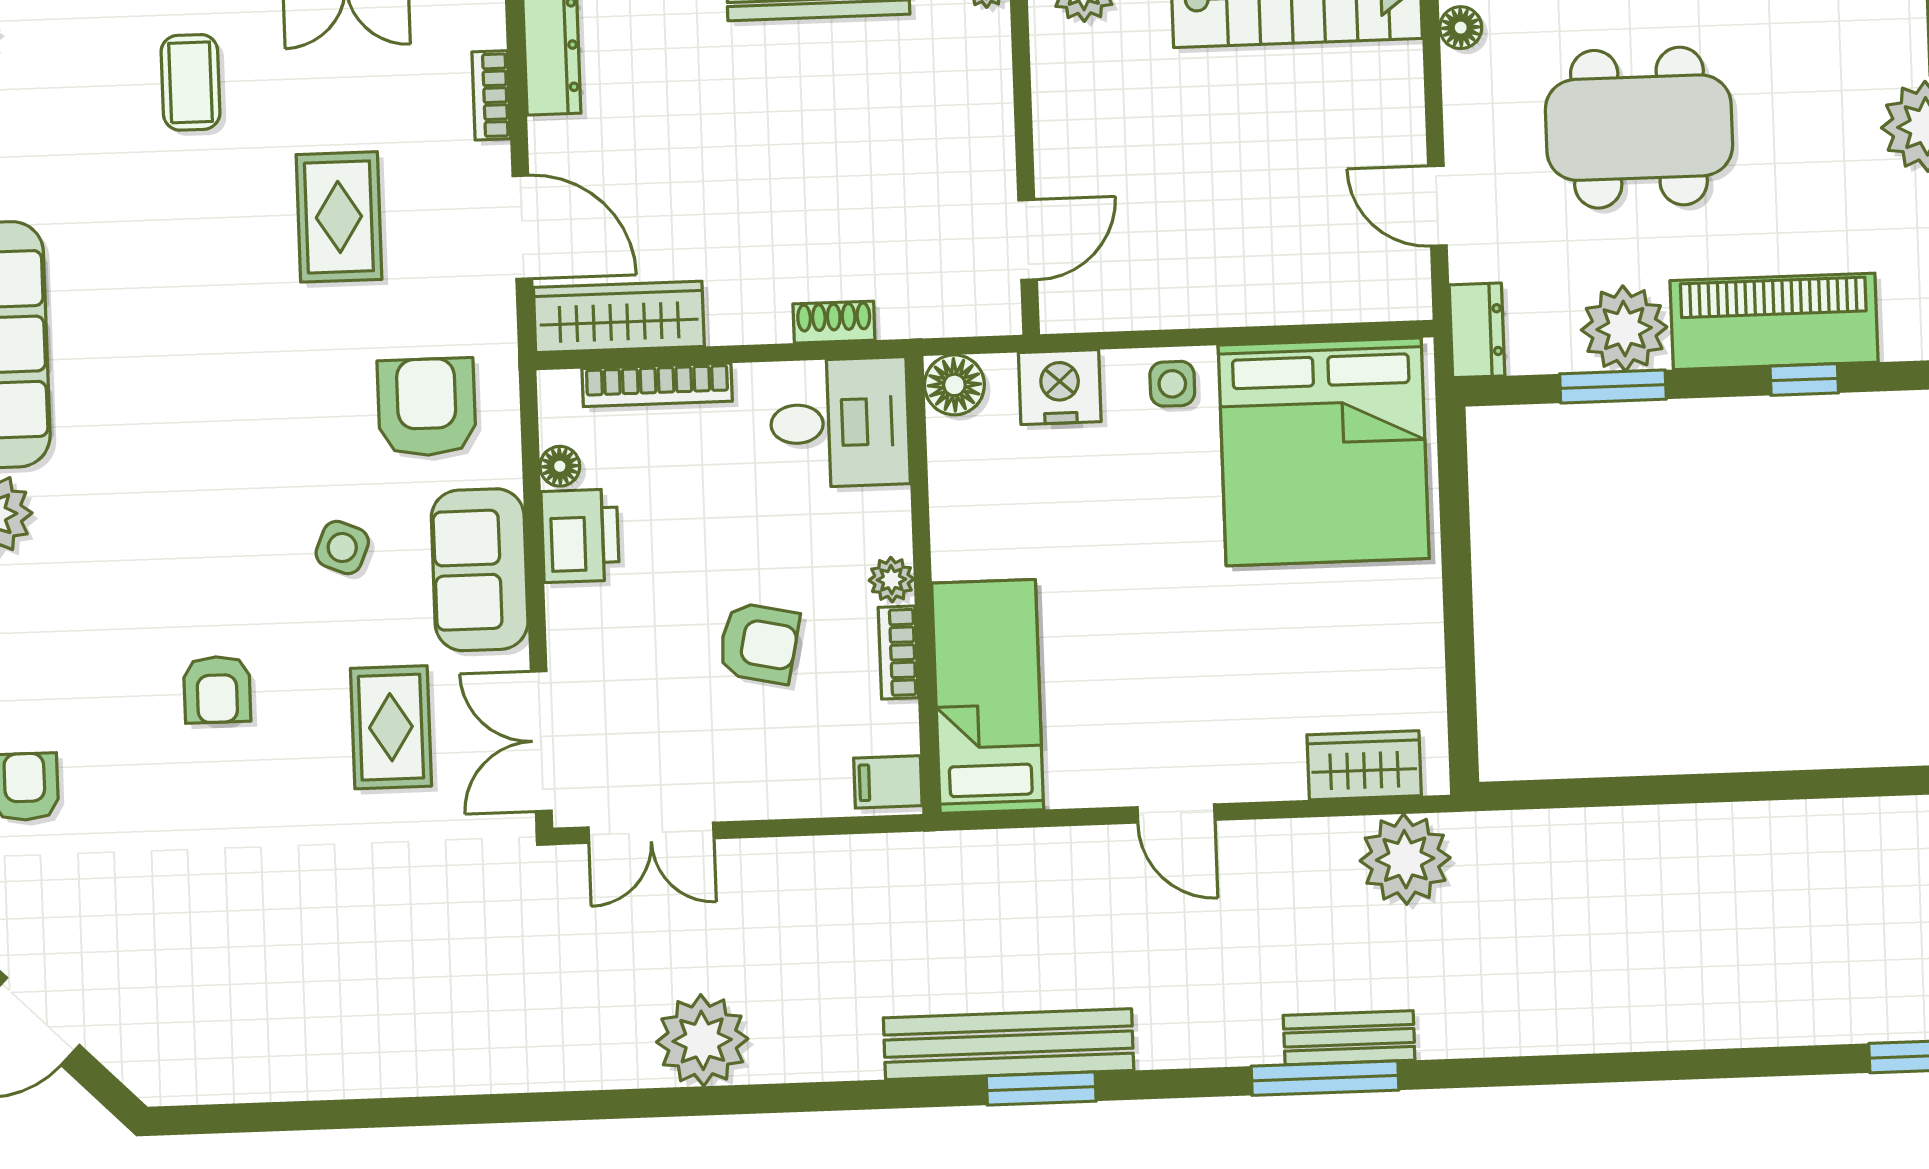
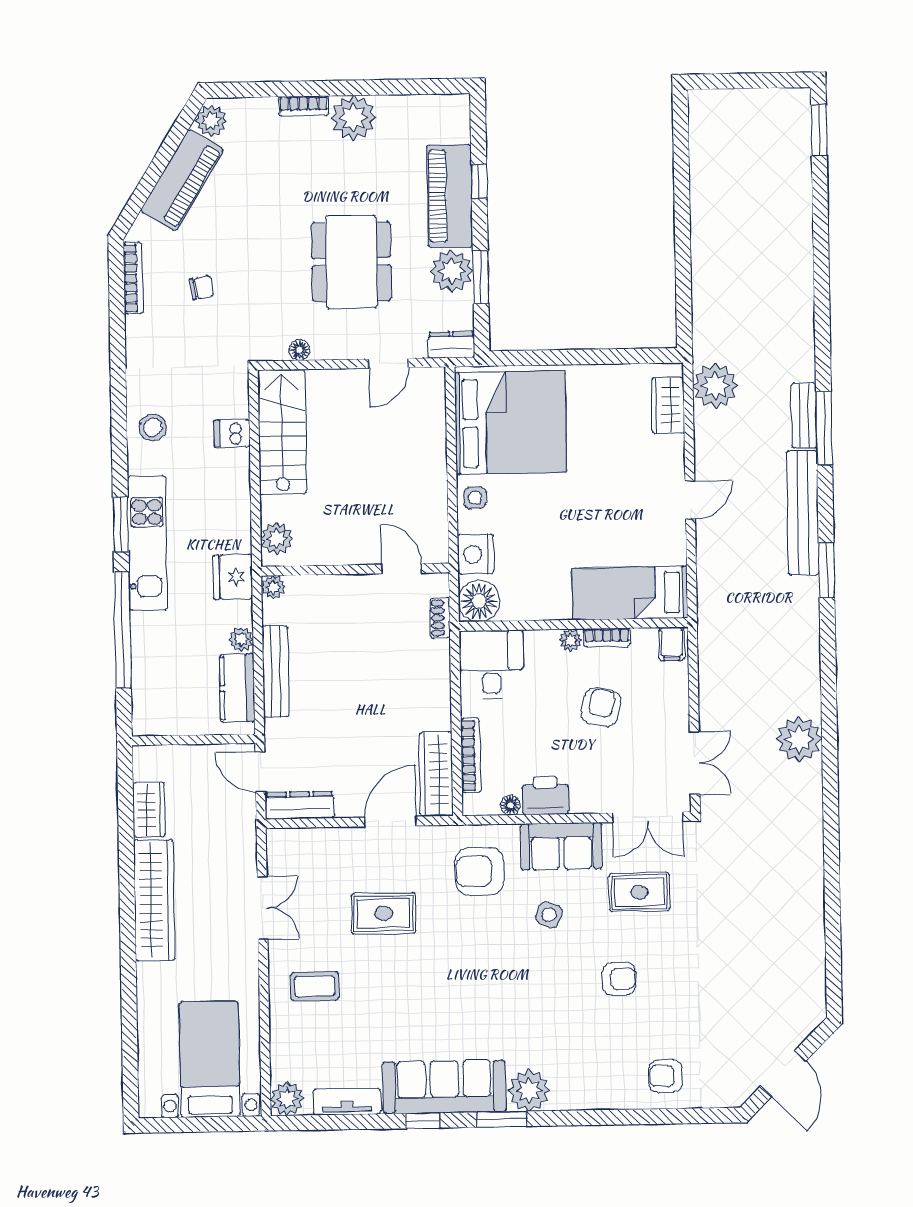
bookcase: (491, 95) -> (324, 836), removed
shoe rack: (834, 322) -> (440, 618), moved
floor lamp: (954, 385) -> (479, 601), width x1.38, depth x1.38
bench: (1009, 1044) -> (803, 513), moved

